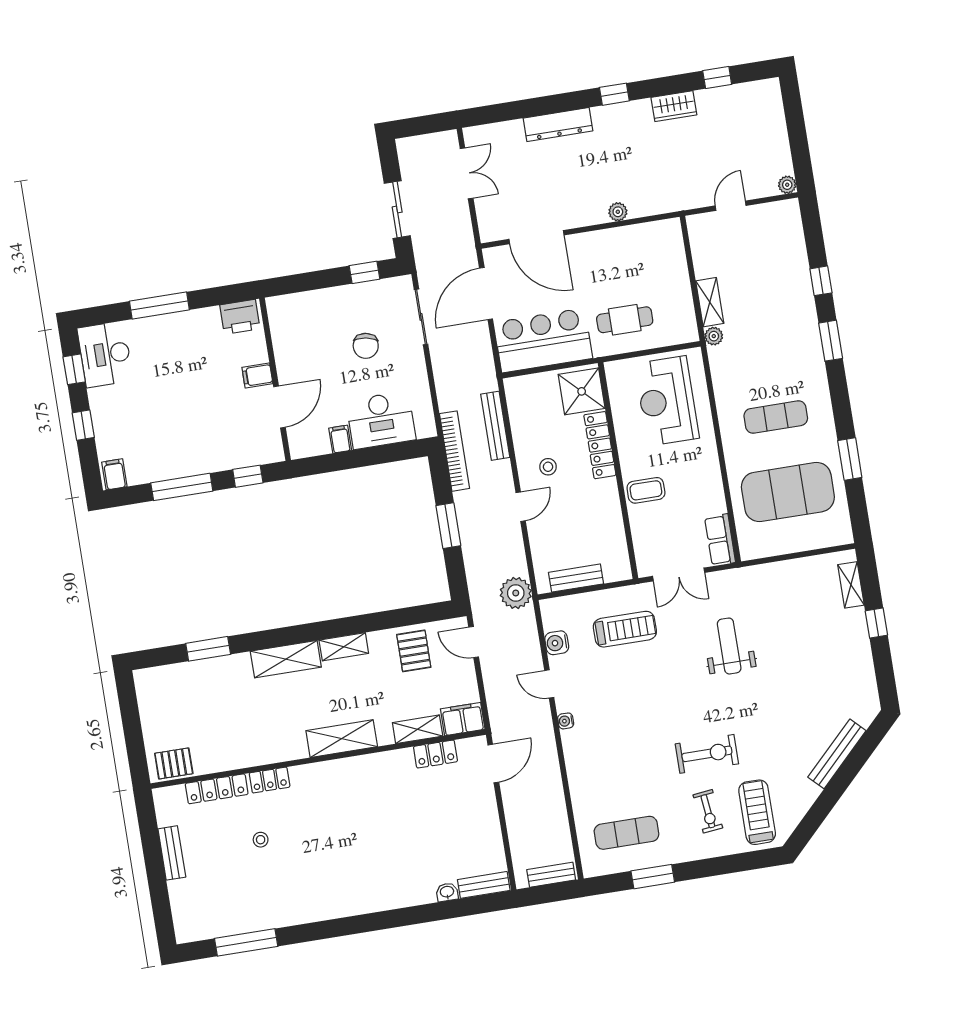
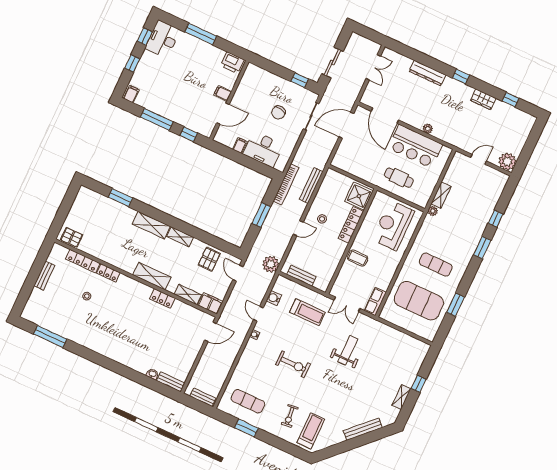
plant: (787, 185) -> (507, 162), width x1.87, depth x1.87
bar counter: (543, 340) -> (415, 146), moved, turned 180
shelving: (851, 585) -> (401, 397), moved
locker: (435, 754) -> (162, 298), moved
exercise bike: (707, 754) -> (293, 364), moved

